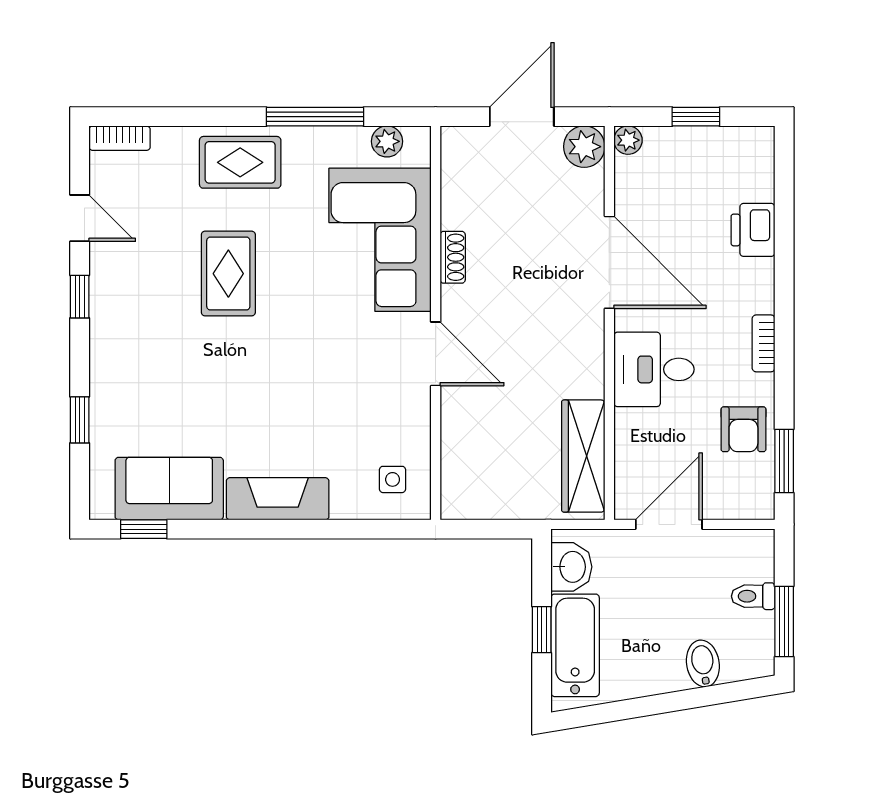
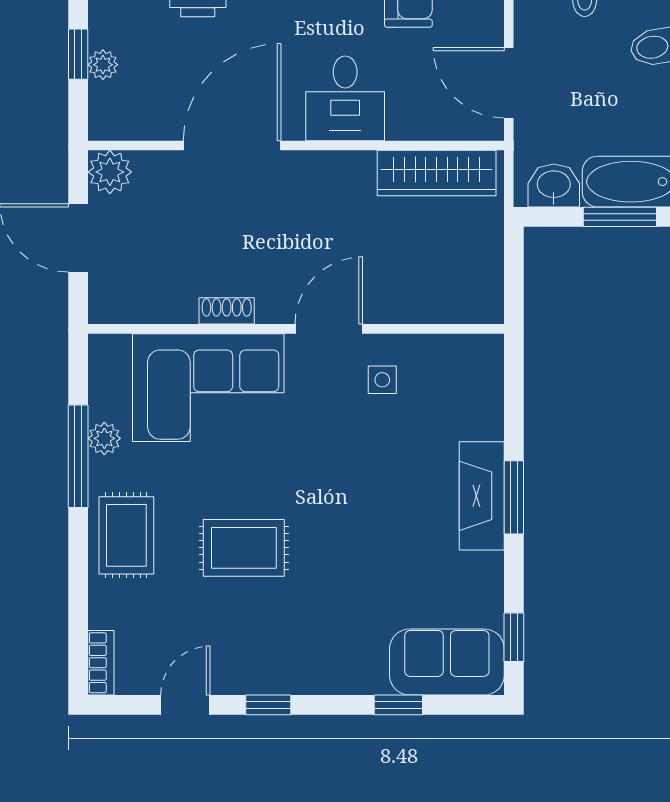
plant: (628, 140) -> (103, 65), moved
plant: (387, 141) -> (104, 438), moved
side table: (393, 479) -> (382, 380), moved
sofa: (169, 489) -> (447, 662), moved, turned 90
window: (276, 529) -> (514, 497), added
window: (542, 630) -> (620, 217), width x1.50

